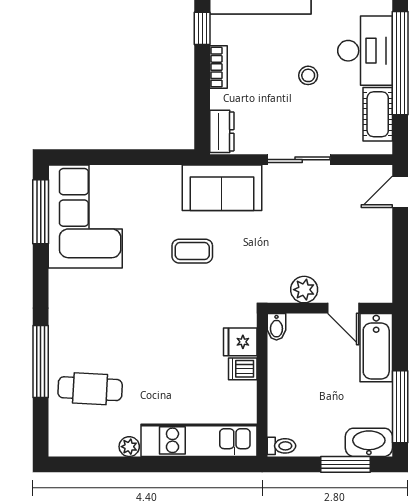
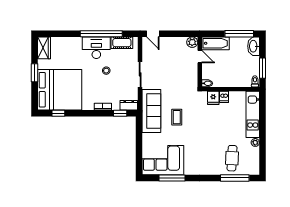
window: (202, 28) -> (120, 113), moved
sofa: (222, 188) -> (151, 111), width x1.36
window: (41, 212) -> (172, 178), moved
plant: (304, 290) -> (192, 42), moved
door: (343, 308) -> (200, 57), hinge flipped
window: (41, 361) -> (235, 178), moved
window: (346, 464) -> (262, 68), moved

